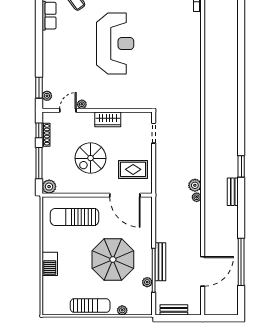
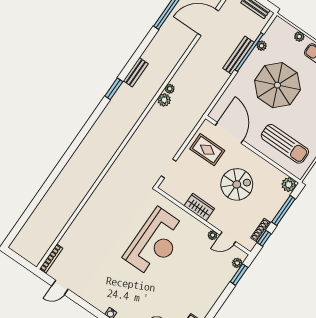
reception desk: (115, 44) -> (155, 242), moved, turned 180

